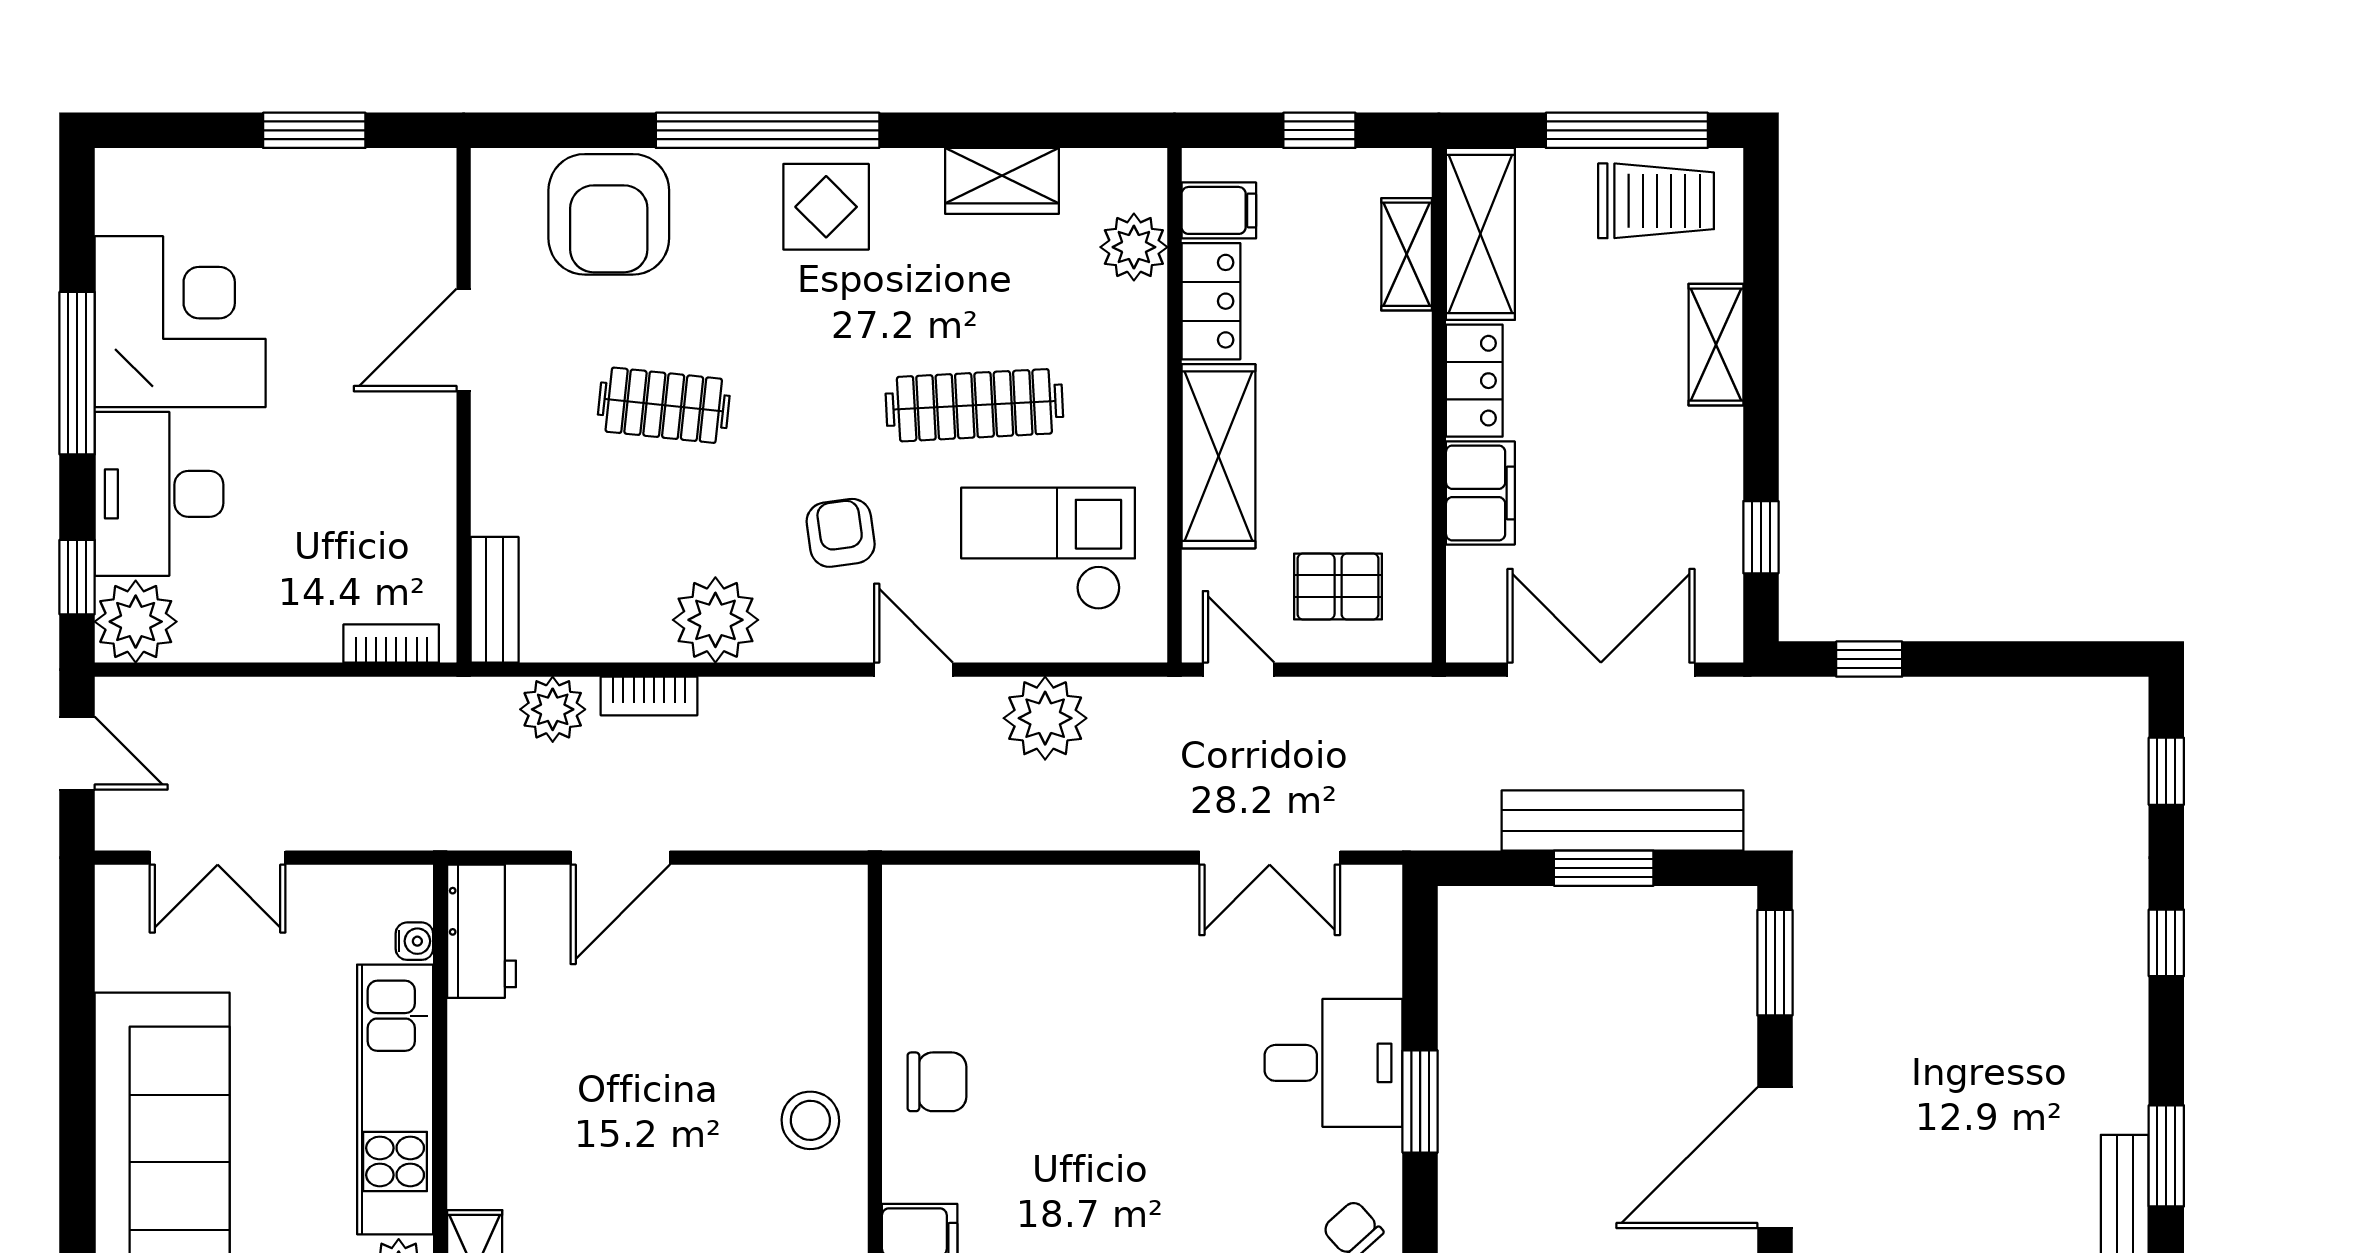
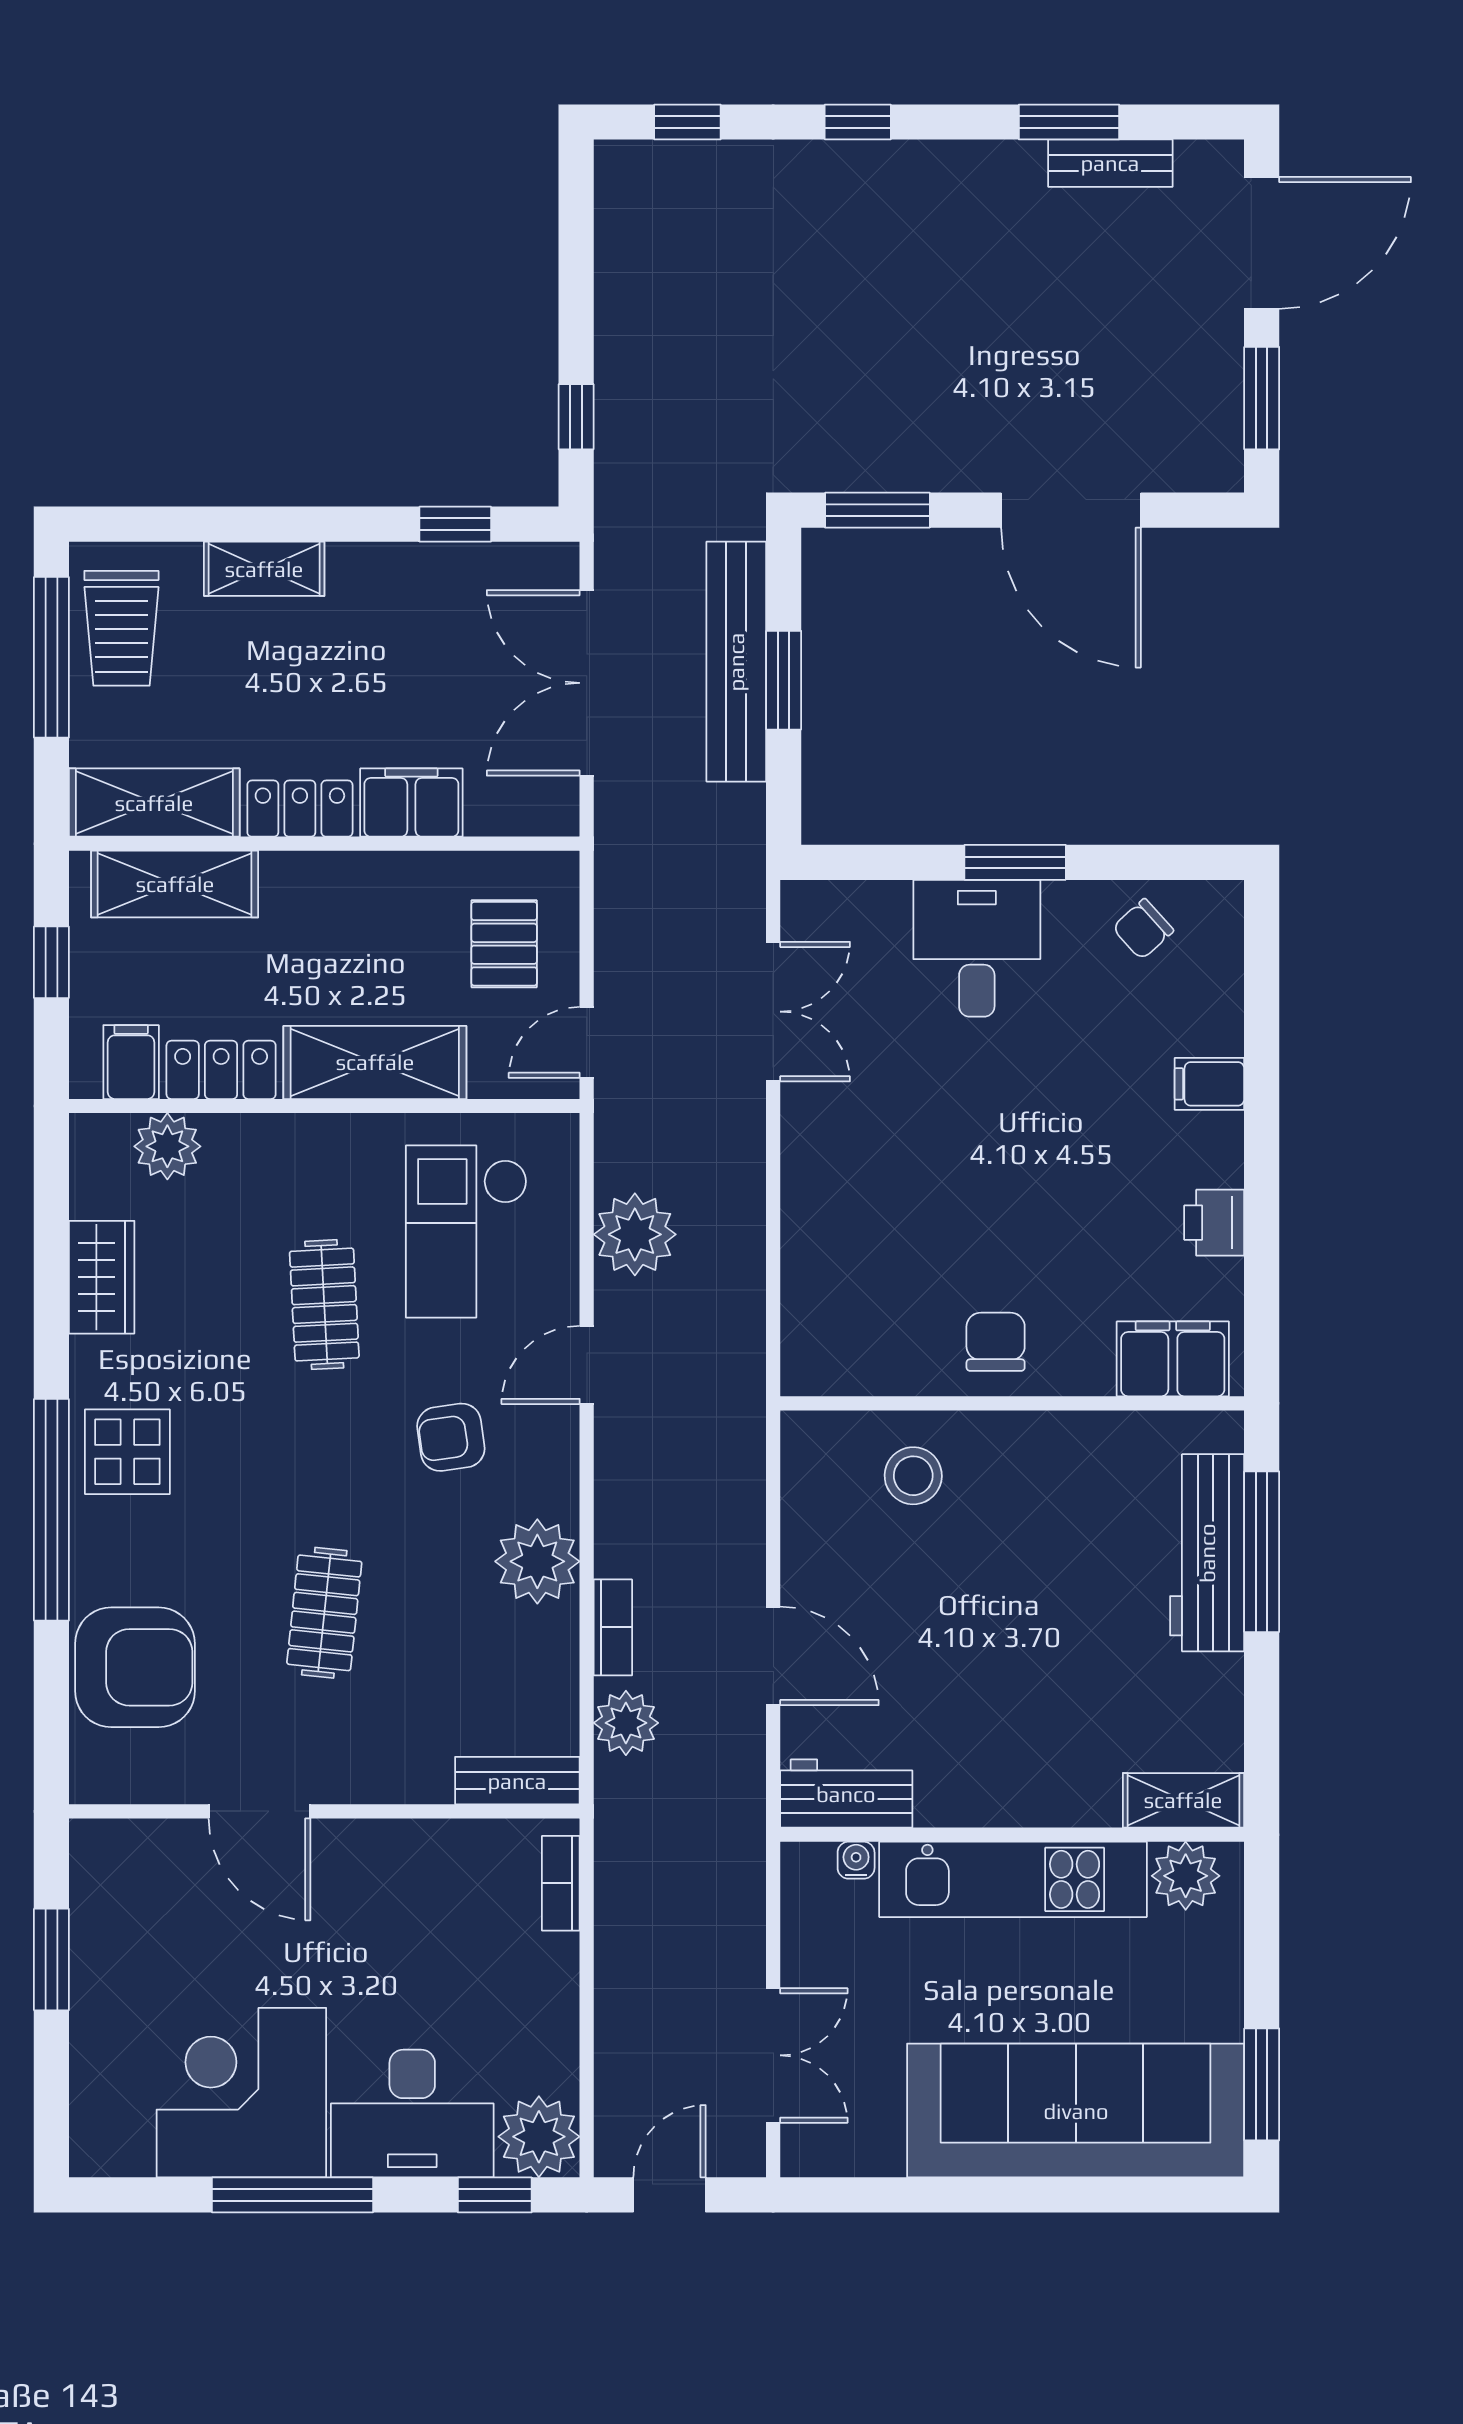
trolley: (1656, 201) -> (121, 628), turned 180
shelving: (1407, 254) -> (175, 884), width x1.50, depth x1.33
clothes rail: (974, 405) -> (324, 1305), width x0.73
stool: (810, 1120) -> (913, 1476), moved

